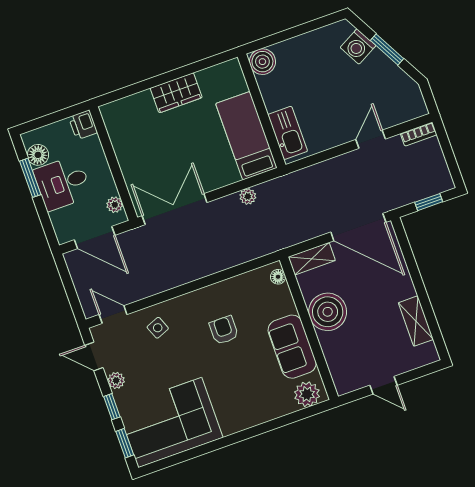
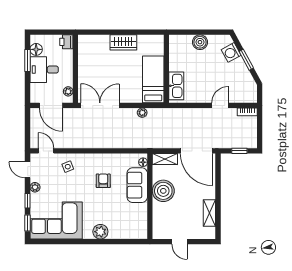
boiler: (262, 62) -> (200, 42), moved
sofa: (292, 347) -> (137, 185), moved
plant: (307, 394) -> (100, 232), moved

